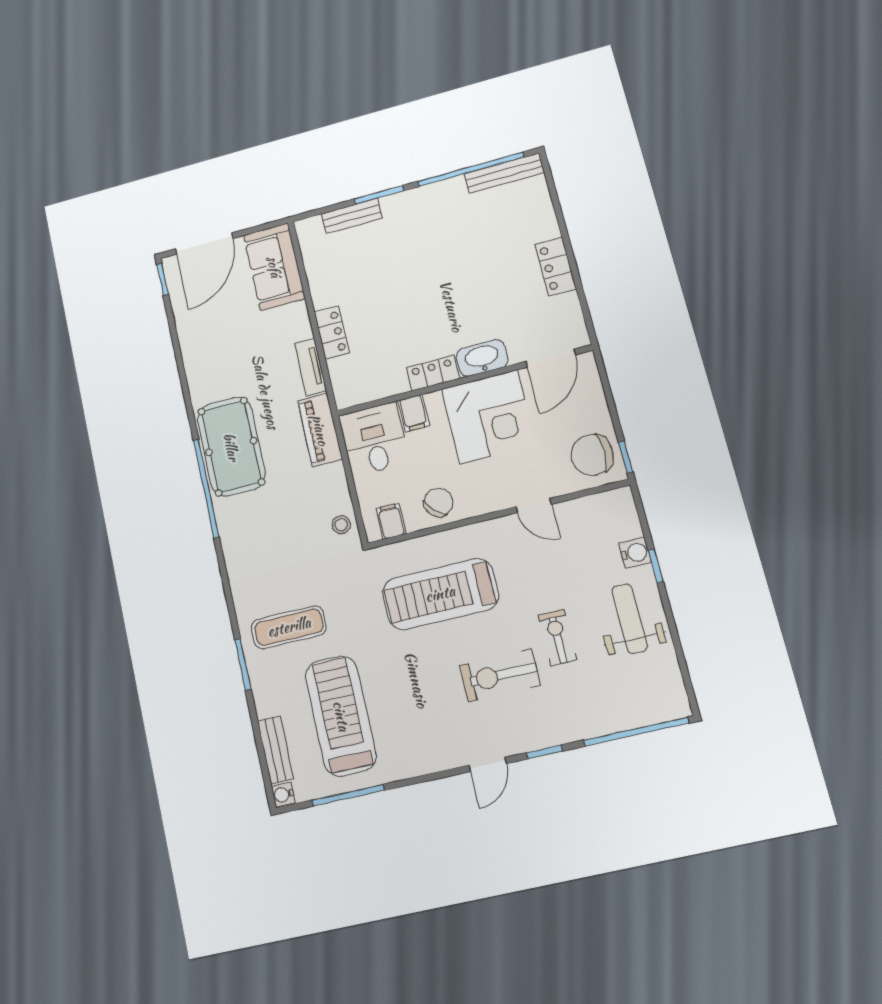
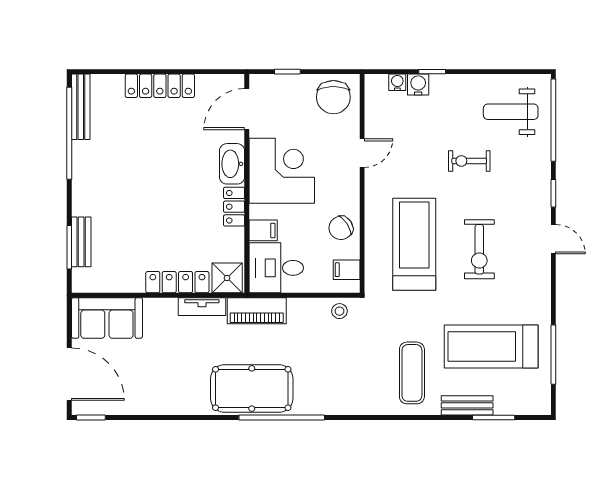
window: (379, 195) -> (69, 247), moved
locker: (556, 267) -> (160, 86), width x1.53
locker: (332, 333) -> (177, 282), width x1.53
door: (551, 358) -> (247, 109), swing flipped
shower: (349, 387) -> (227, 278), added
window: (626, 457) -> (287, 72), moved
chair: (438, 502) -> (341, 228), turned -79
treadmill: (440, 594) -> (414, 244), turned 180
weight bench: (630, 619) -> (511, 112), moved
window: (243, 664) -> (494, 417), moved
exercise bike: (500, 675) -> (479, 249), moved
bench: (275, 750) -> (467, 405), moved
water cooler: (283, 794) -> (397, 82), moved, turned 180

